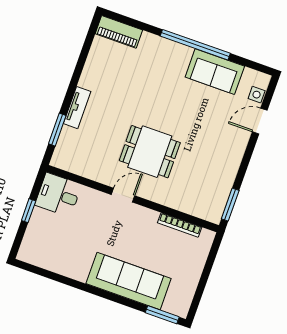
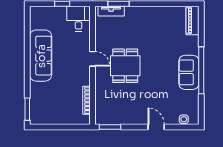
sofa: (215, 72) -> (189, 72), moved
tv unit: (77, 108) -> (111, 11), moved
door: (260, 121) -> (156, 127), moved
sofa: (129, 281) -> (41, 56), moved

